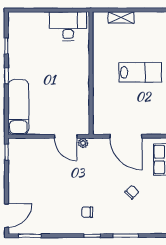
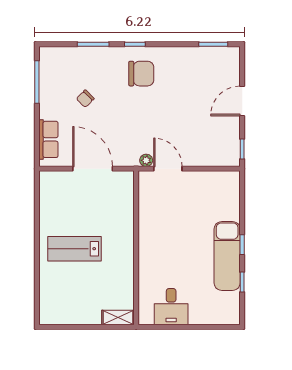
shelving: (121, 17) -> (118, 317), moved
desk: (68, 26) -> (171, 307), width x0.73
exam couch: (18, 107) -> (227, 256), moved
chair: (87, 212) -> (141, 74), width x1.87, depth x1.87
door: (7, 215) -> (242, 101), moved

